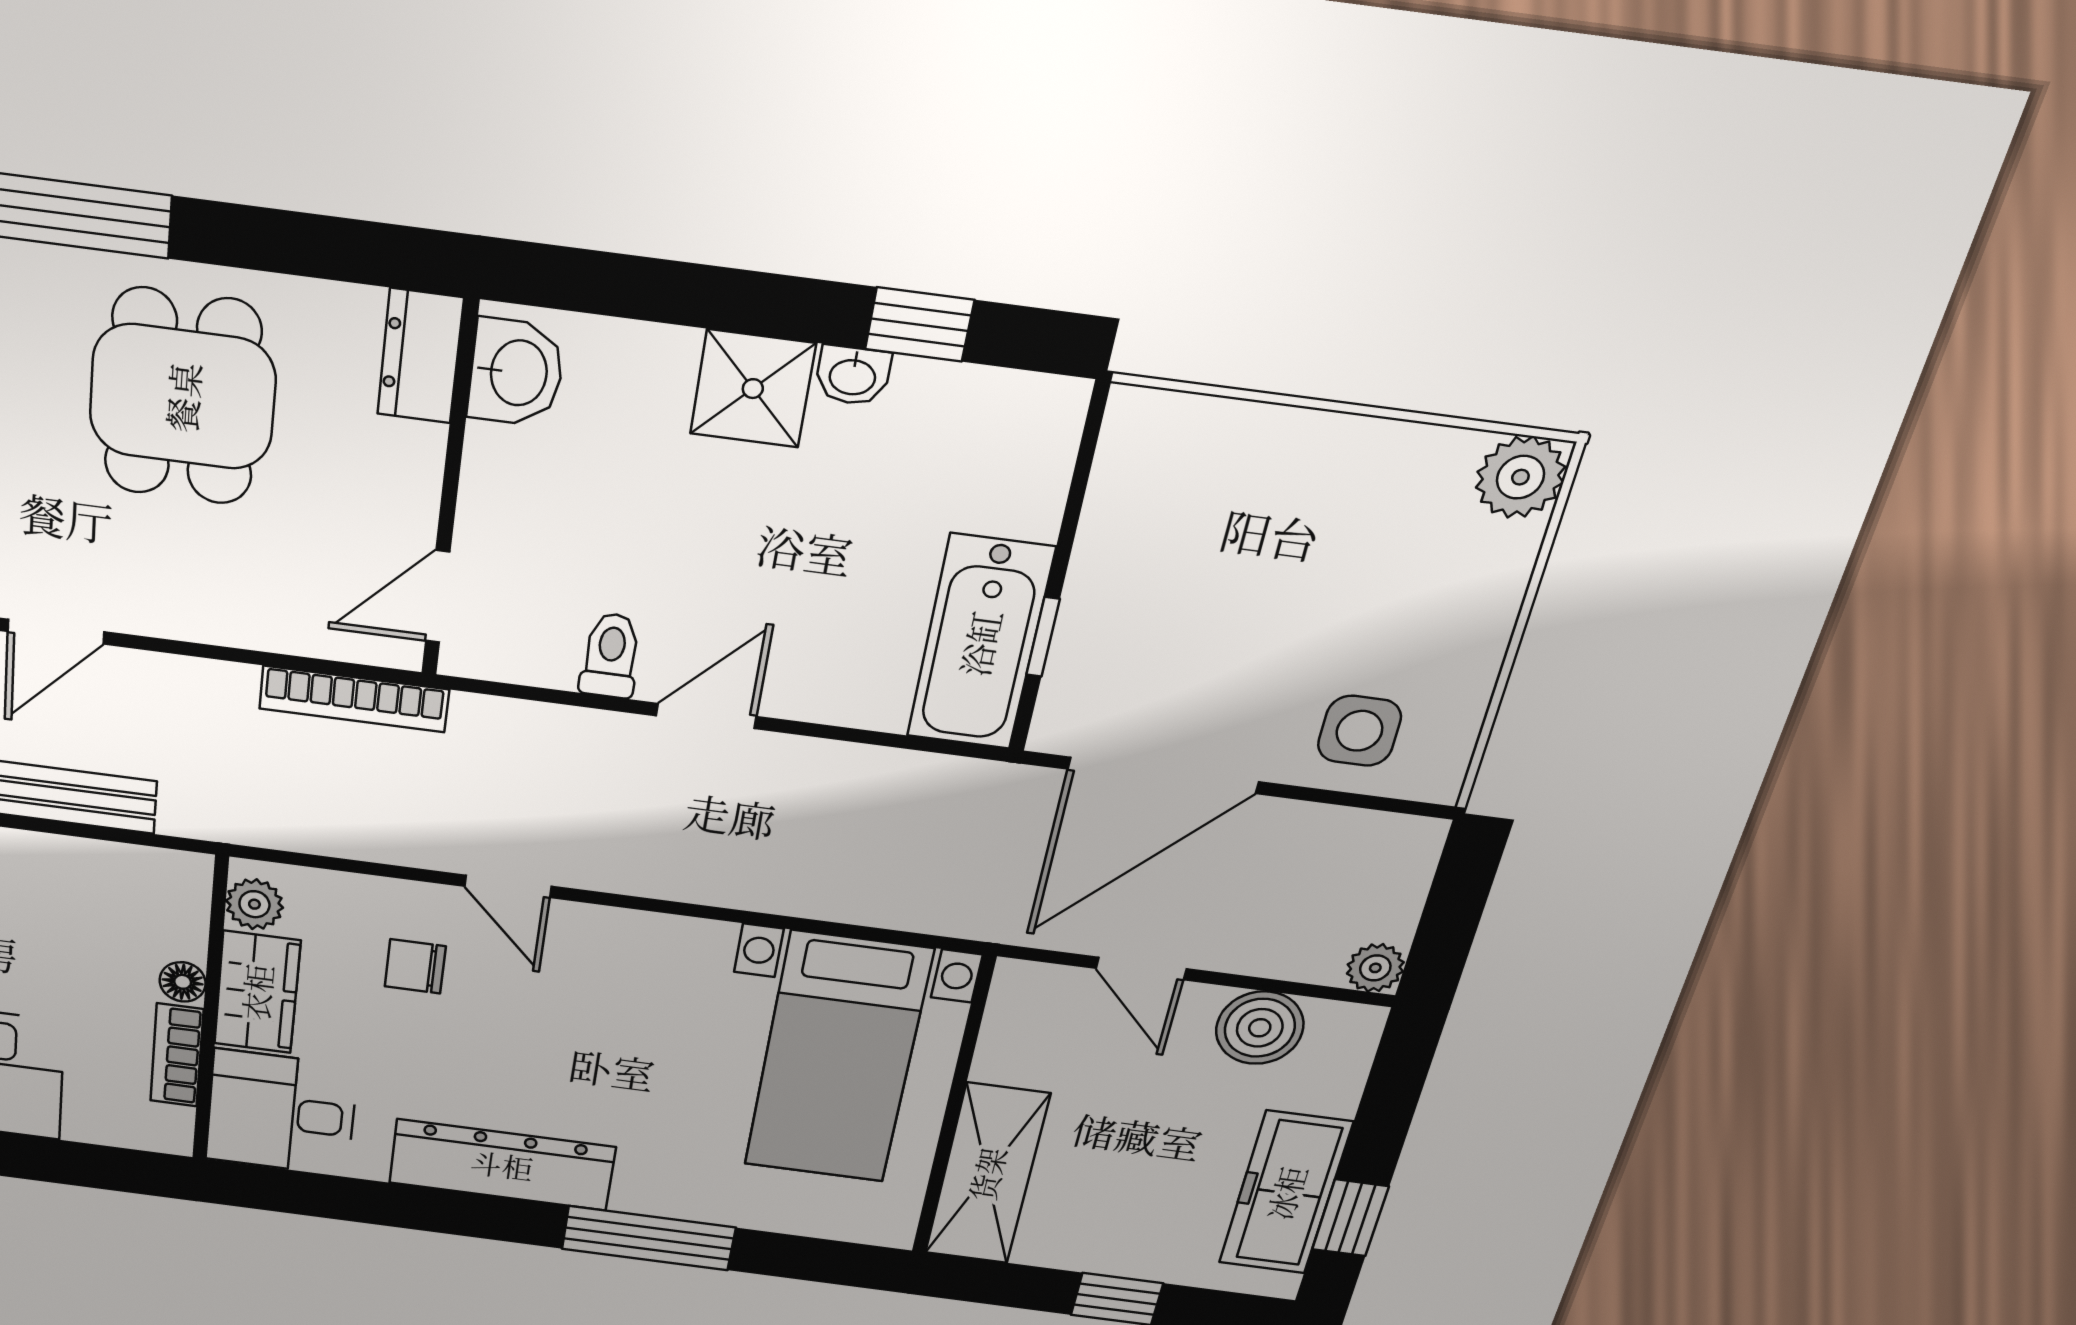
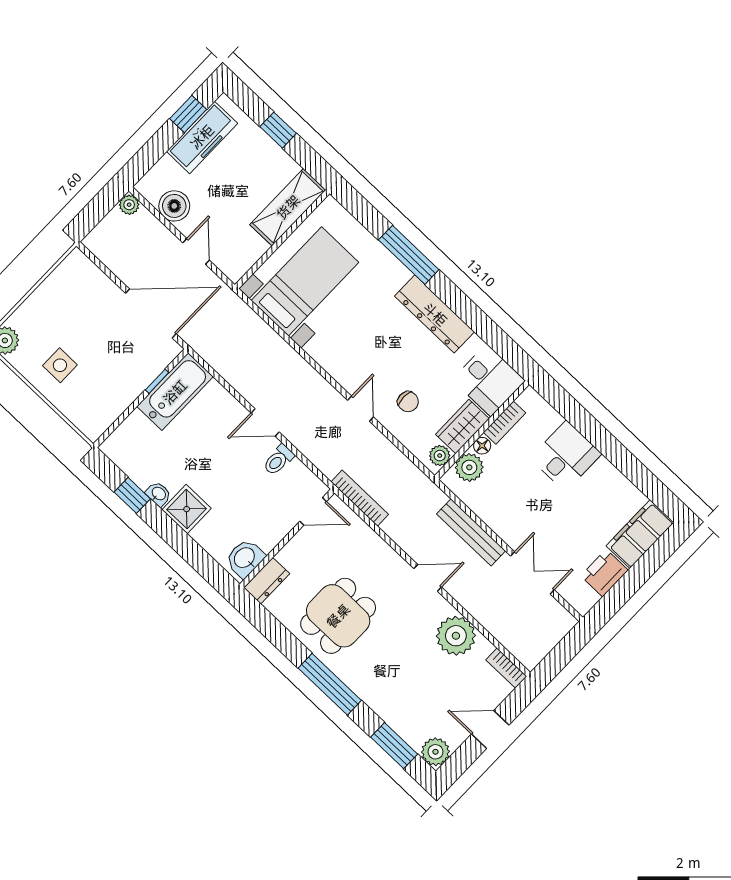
side table: (1359, 731) -> (60, 365), moved
plant: (171, 922) -> (469, 467), added

